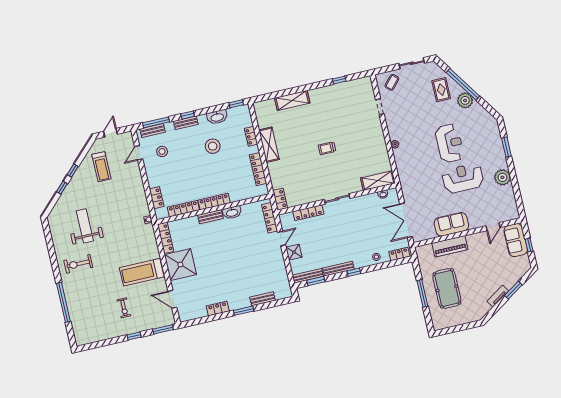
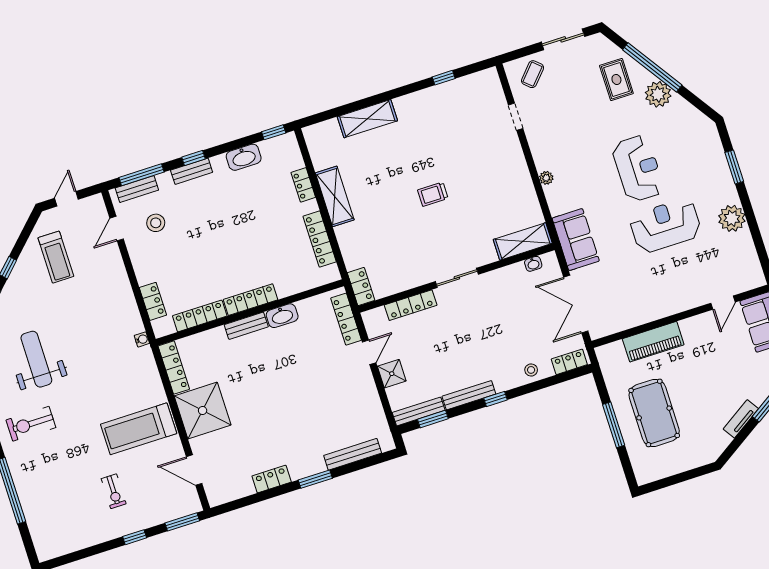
stool: (213, 146) -> (240, 207), removed
sofa: (451, 224) -> (576, 240), moved, turned 90
bench: (262, 299) -> (353, 454), width x1.36

